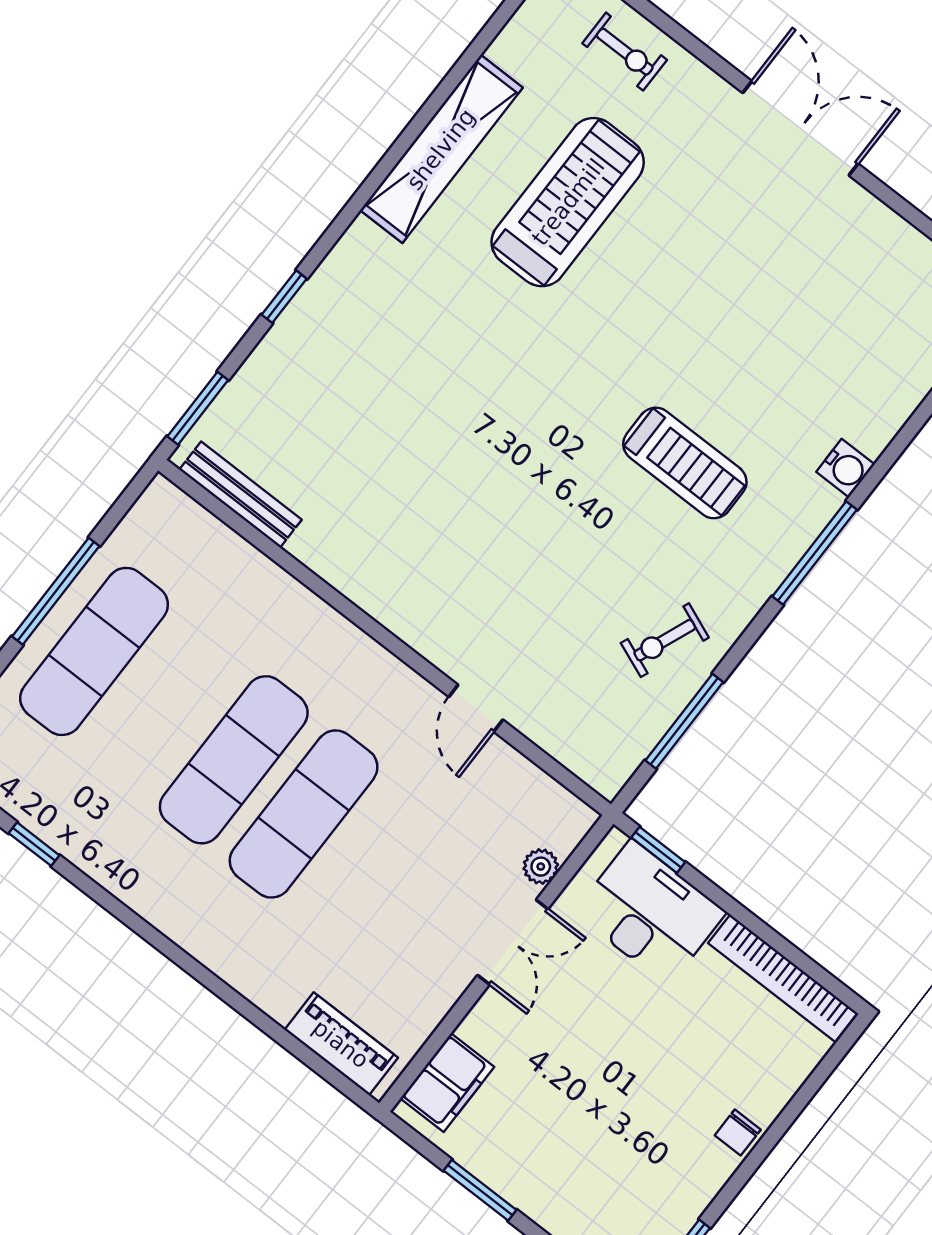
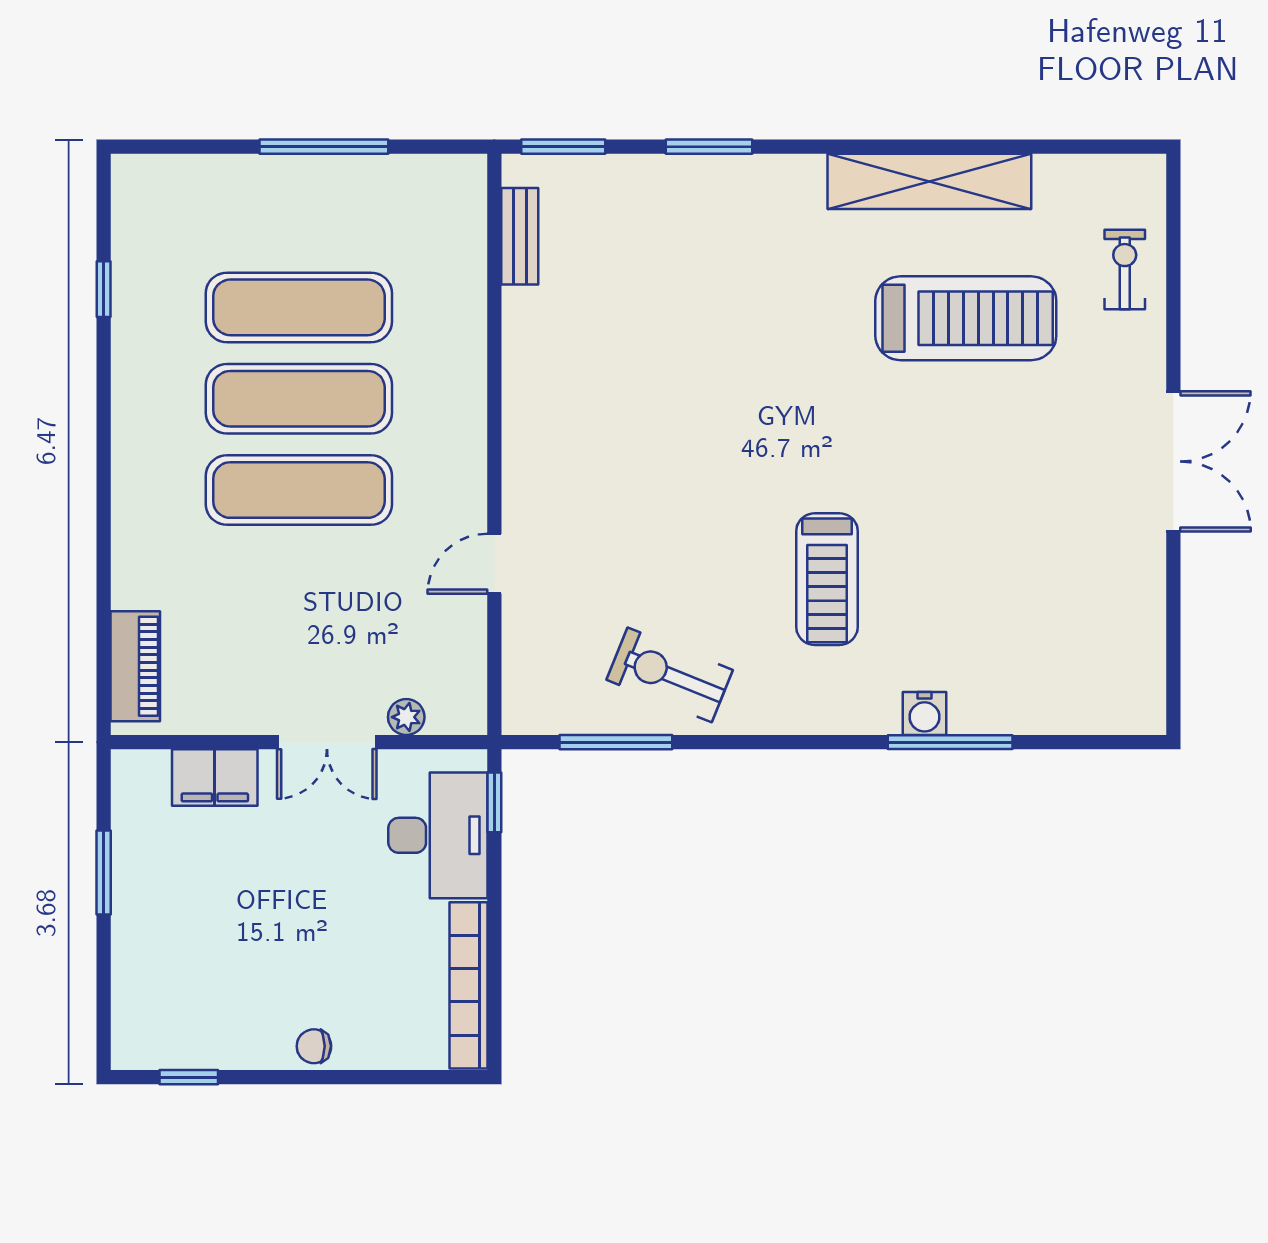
exercise bike: (625, 52) -> (1125, 269), turned 180
window: (284, 297) -> (709, 147), width x1.50
bench: (240, 495) -> (520, 236), width x0.73
window: (815, 553) -> (950, 742), moved
exercise bike: (665, 640) -> (670, 675), width x1.38, depth x1.39
exercise mat: (94, 651) -> (299, 307), moved
filing cabinet: (447, 1083) -> (215, 778), moved

